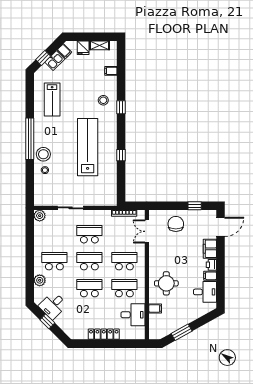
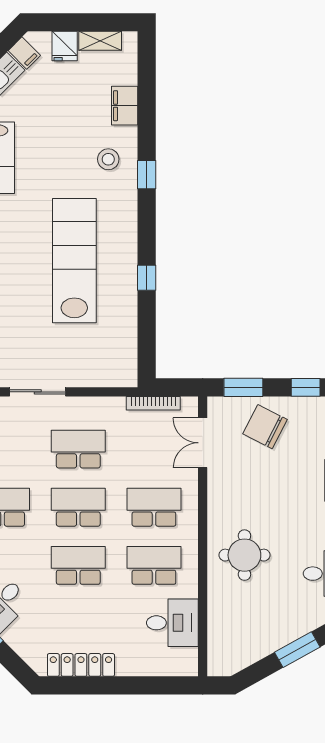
filing cabinet: (111, 71) -> (125, 106), width x2.00
window: (166, 206) -> (243, 387), added
chair: (176, 224) -> (265, 427), turned -63
filing cabinet: (155, 308) -> (221, 609), removed
window: (182, 332) -> (297, 650), moved
locker: (104, 334) -> (81, 665), moved

